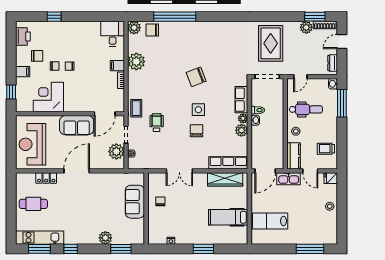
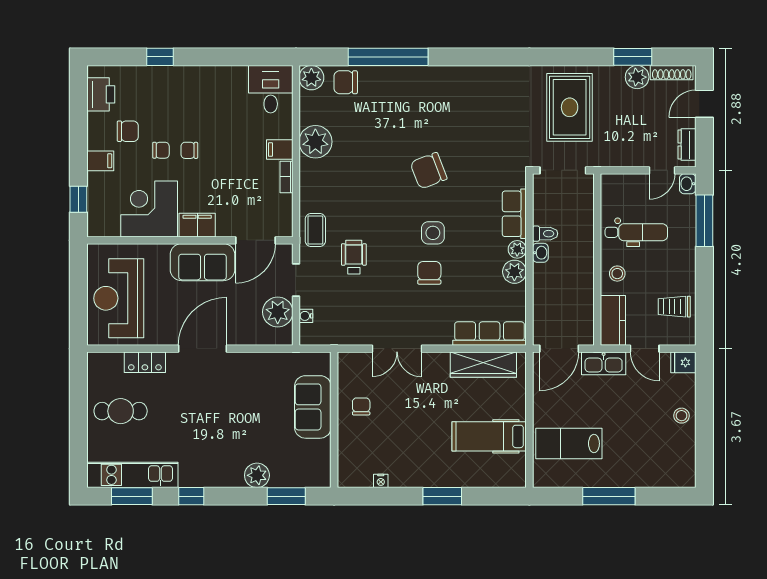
window: (315, 17) -> (633, 57), moved
door: (300, 77) -> (662, 170), moved
filing cabinet: (74, 106) -> (197, 225), added
window: (310, 249) -> (609, 496), moved

